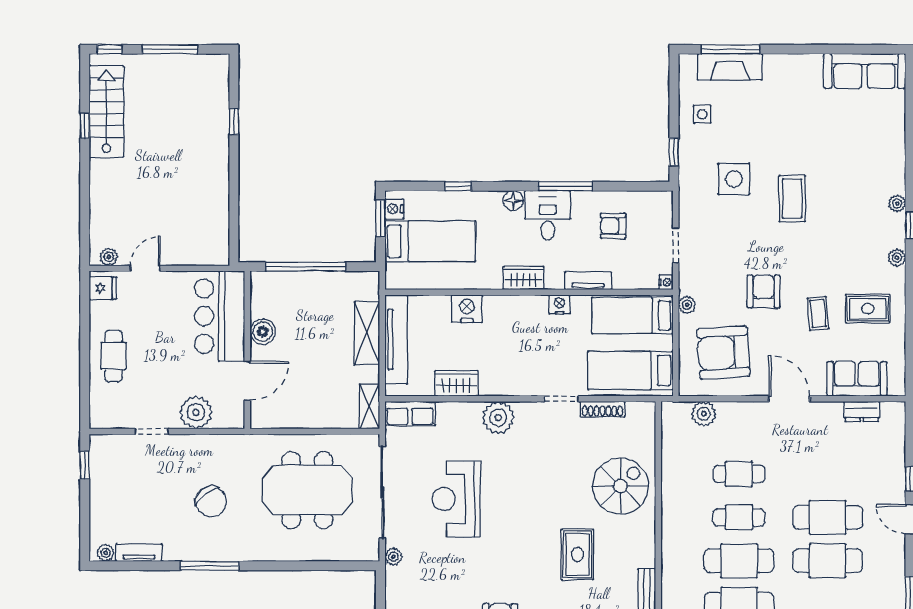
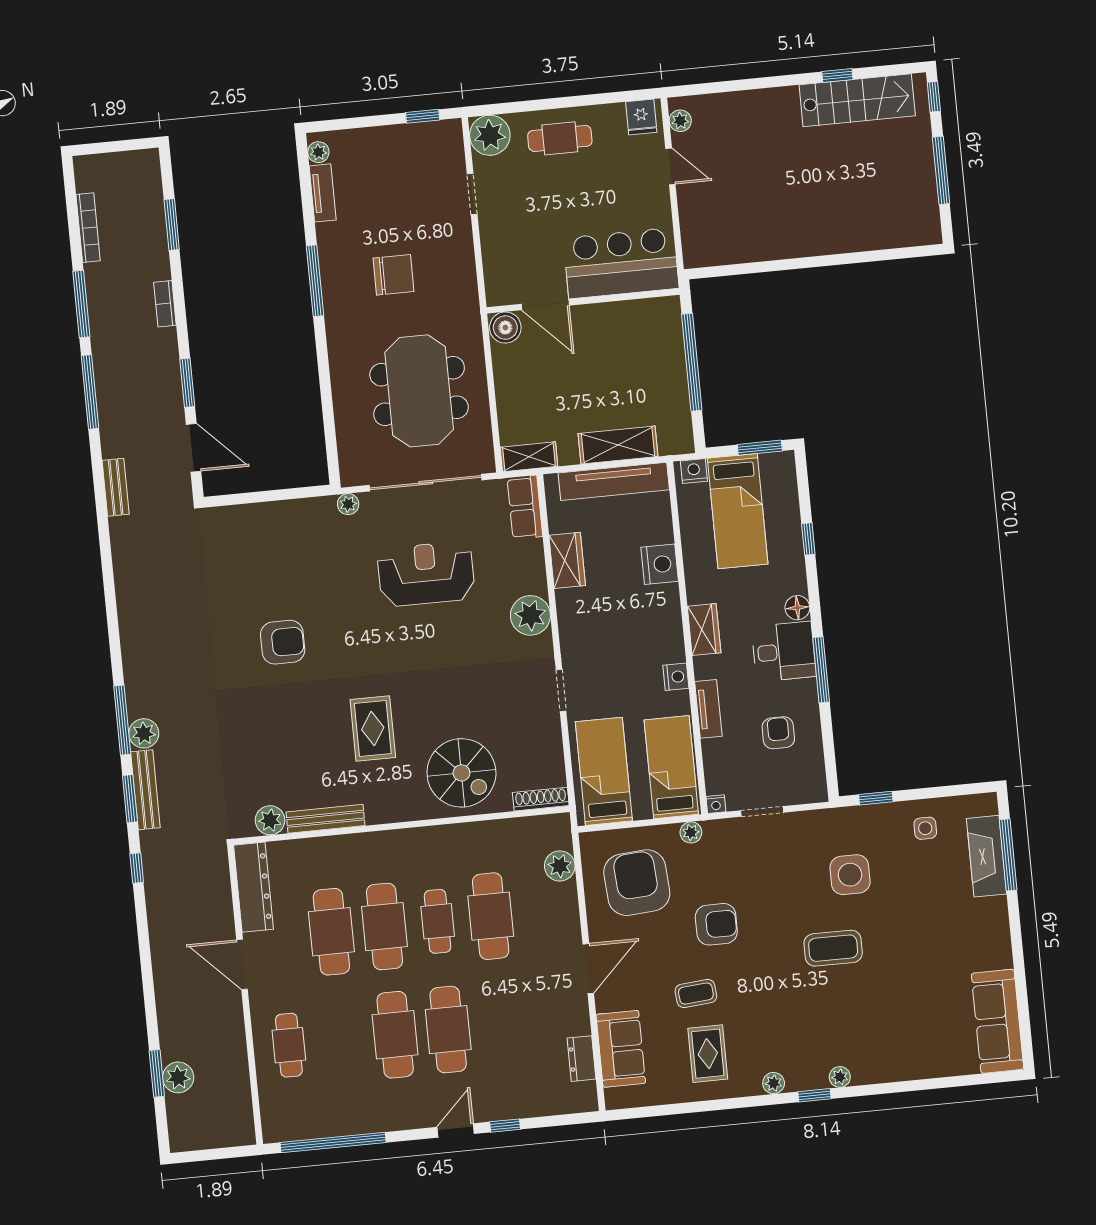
window: (234, 122) -> (860, 257), removed
nightstand: (394, 209) -> (694, 471), moved
boiler: (263, 332) -> (505, 328), moved
shoe rack: (602, 409) -> (541, 799), moved, turned 90
plant: (196, 412) -> (490, 135), moved
cafe table: (739, 474) -> (491, 916), width x1.37, depth x1.35
chair: (211, 502) -> (394, 275), turned -142
rug: (577, 555) -> (373, 728), turned 90

